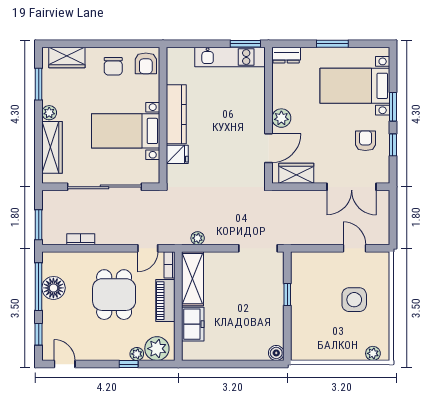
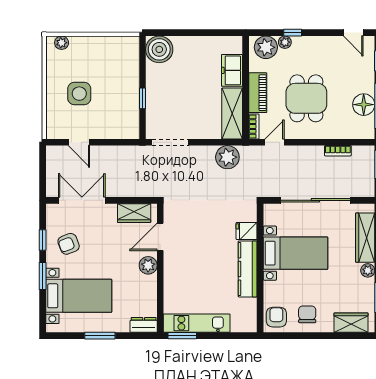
armchair: (365, 141) -> (69, 244), turned 69
plant: (198, 238) -> (227, 157), width x1.88, depth x1.88
boiler: (276, 353) -> (159, 49), width x1.86, depth x1.86

